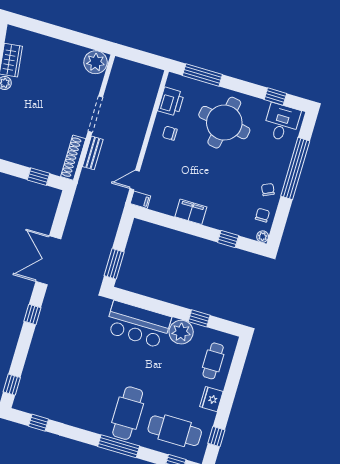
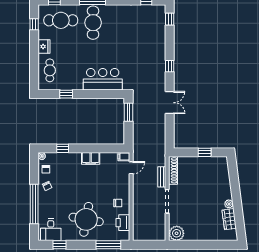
window: (38, 177) -> (205, 152), moved
double door: (48, 260) -> (170, 103), width x0.73
plant: (181, 332) -> (75, 82), removed

